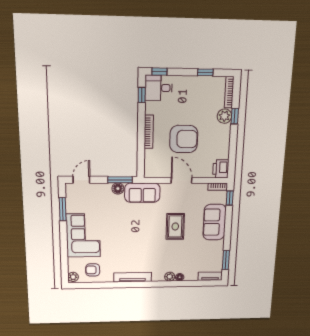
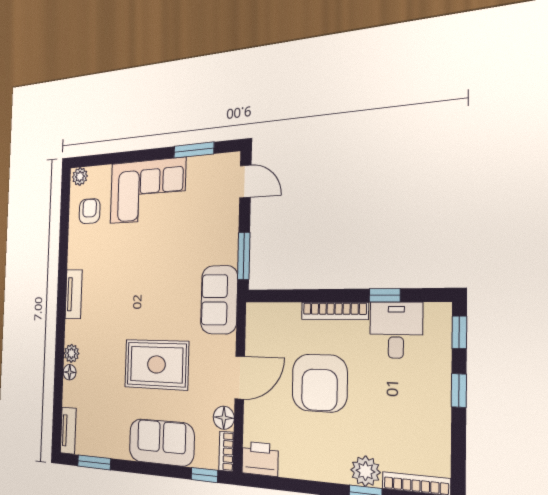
window: (205, 72) -> (459, 390), moved
desk: (159, 88) -> (396, 330), moved
window: (142, 95) -> (385, 295), moved
floor lamp: (118, 189) -> (224, 418), moved
rug: (175, 226) -> (156, 364), width x1.36, depth x1.43
tv unit: (133, 277) -> (74, 294), width x0.71

